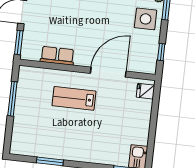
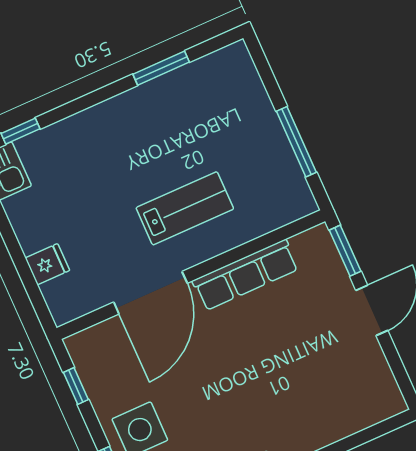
row of seats: (57, 56) -> (246, 275), width x1.48
fridge: (145, 91) -> (47, 264), moved

